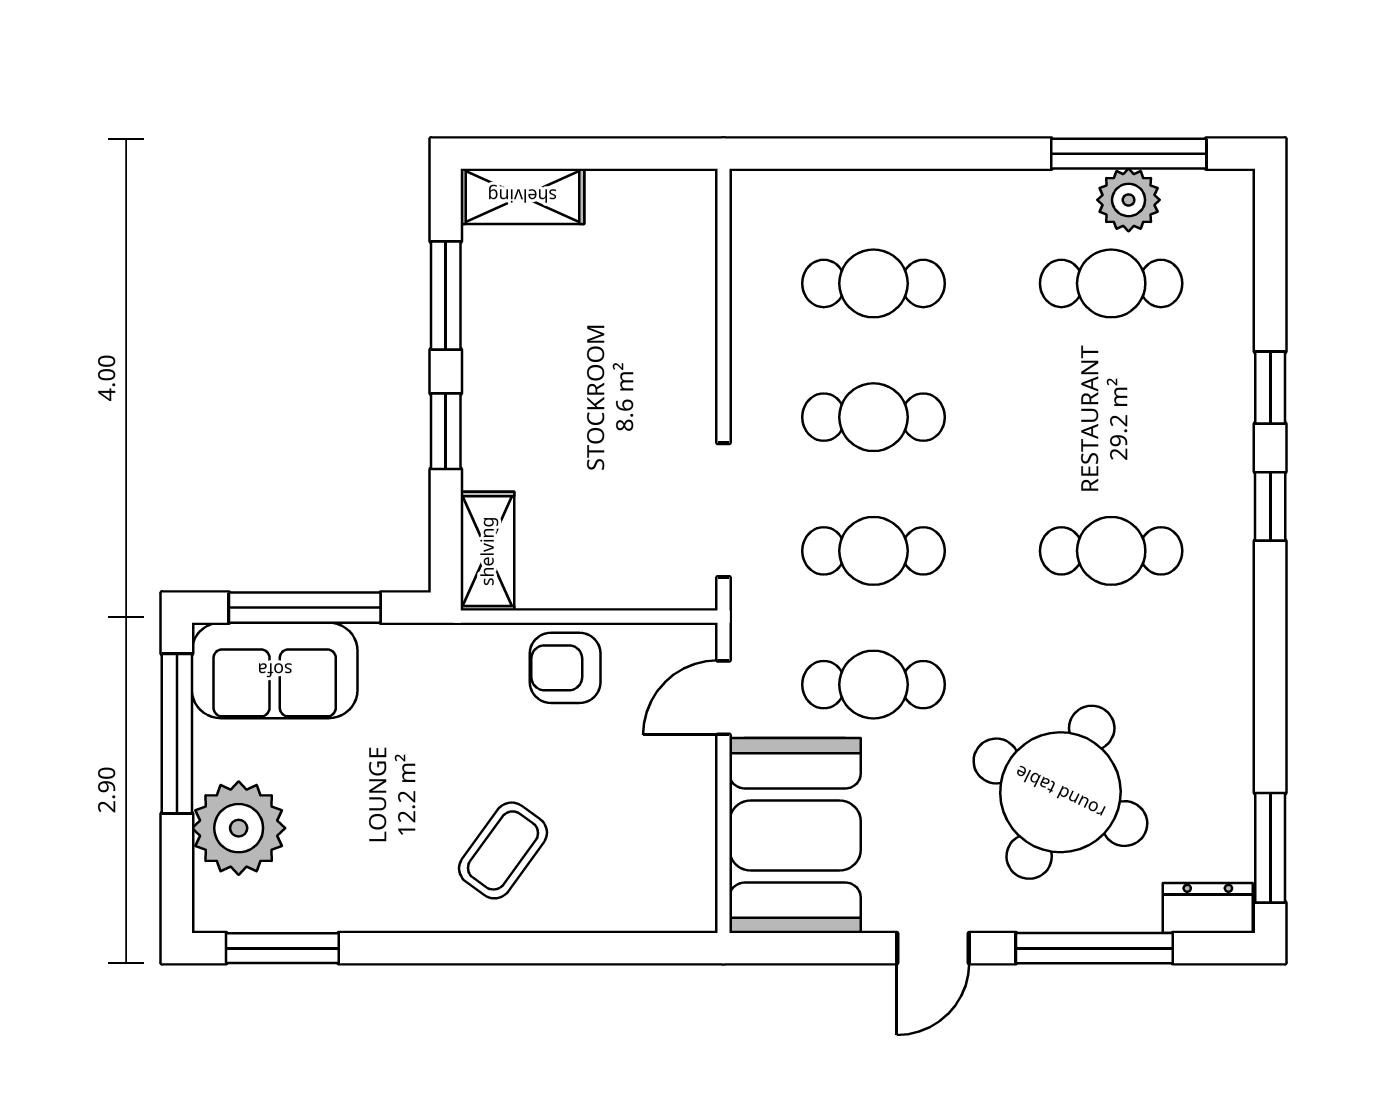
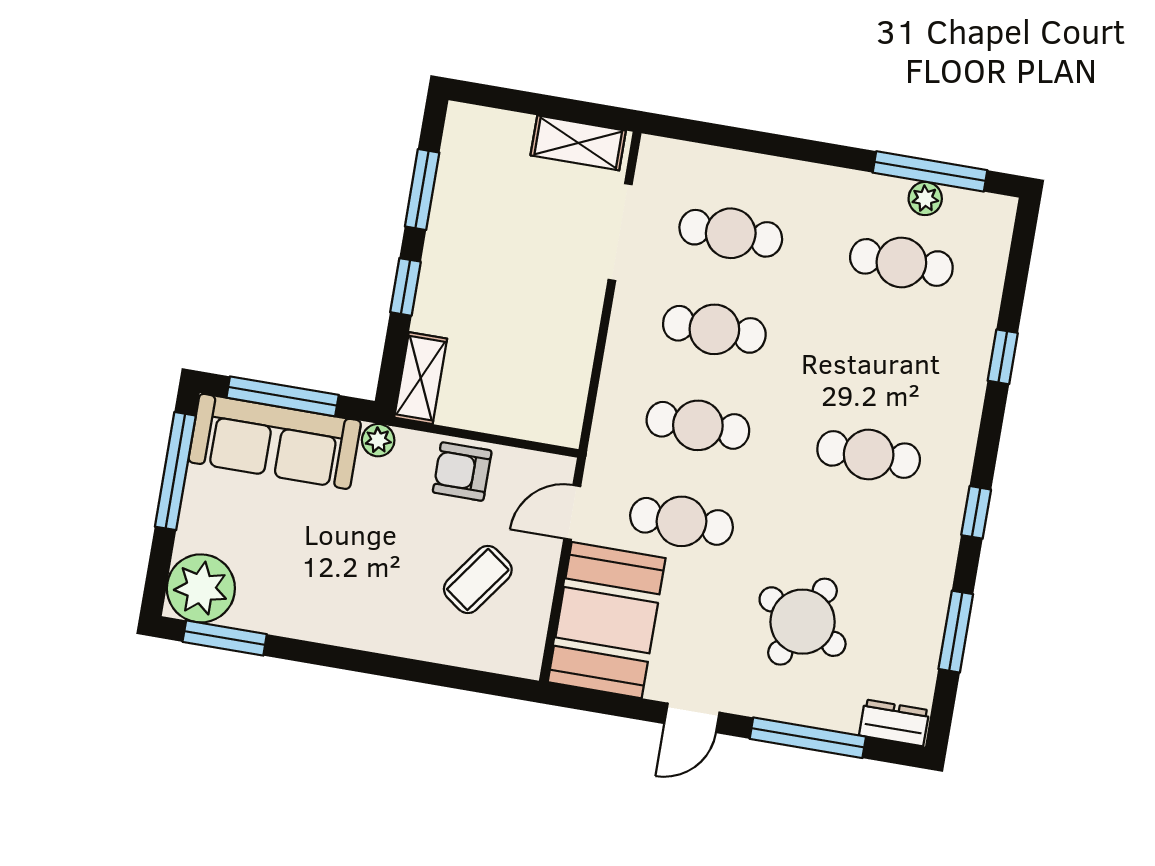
shelving: (522, 196) -> (578, 143), moved
plant: (1129, 200) -> (925, 199), width x0.73, depth x0.73
window: (1270, 506) -> (976, 512), moved
doorway: (724, 510) -> (620, 232), moved
plant: (444, 645) -> (378, 440), added
sofa: (275, 670) -> (275, 441), width x1.36
round table: (1060, 792) -> (803, 622), width x0.73, depth x0.73
plant: (239, 828) -> (201, 588), moved
window: (1270, 848) -> (956, 632), moved
coffee table: (503, 850) -> (478, 579), moved

